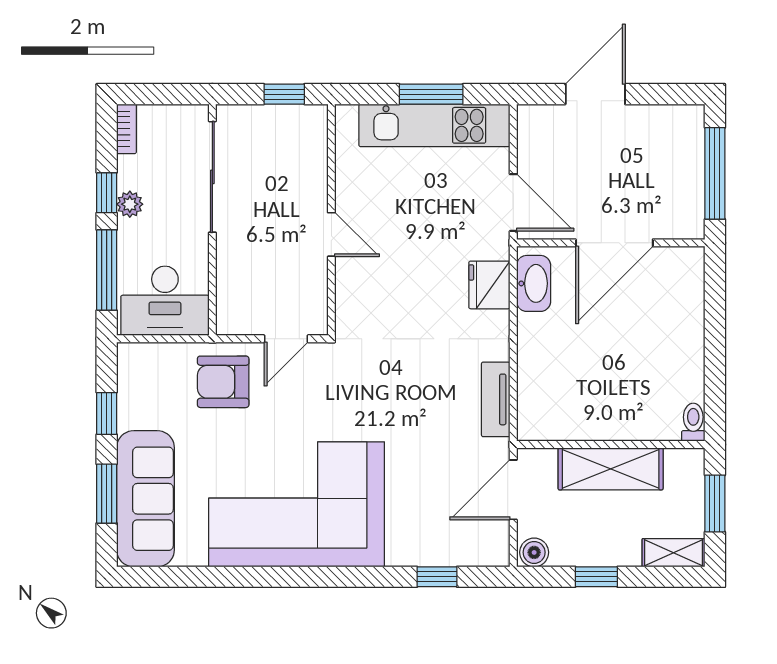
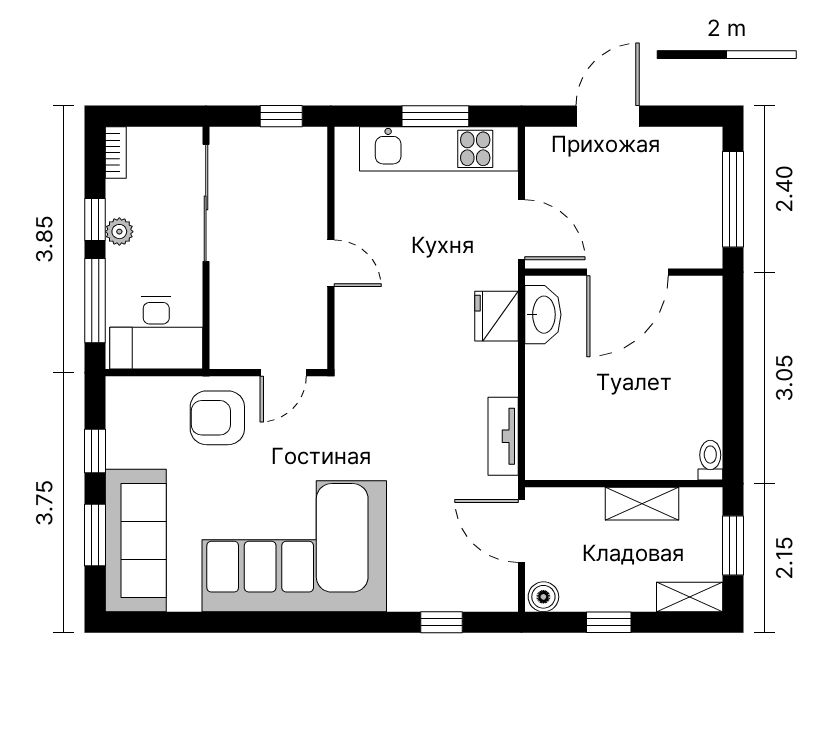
shelving: (611, 469) -> (642, 504), width x0.67, depth x0.75
door: (513, 490) -> (521, 531), hinge flipped

